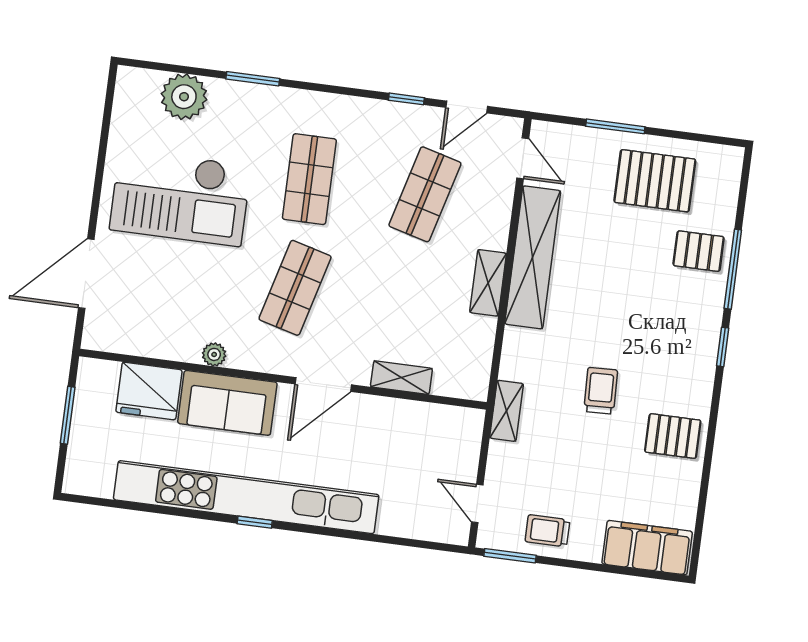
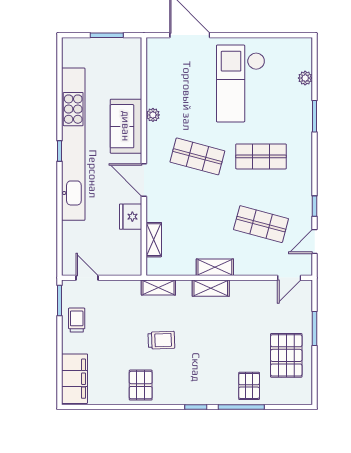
plant: (184, 97) -> (305, 78), width x0.53, depth x0.53
door: (467, 107) -> (315, 242), hinge flipped
shelving: (533, 257) -> (211, 288), width x0.45, depth x0.75
shelving: (401, 378) -> (154, 240), moved
fridge: (149, 391) -> (131, 217), moved, width x0.73, depth x0.75
shelving: (507, 411) -> (158, 287), moved
door: (477, 503) -> (87, 278), hinge flipped

